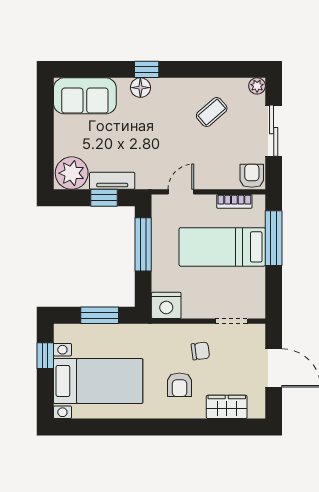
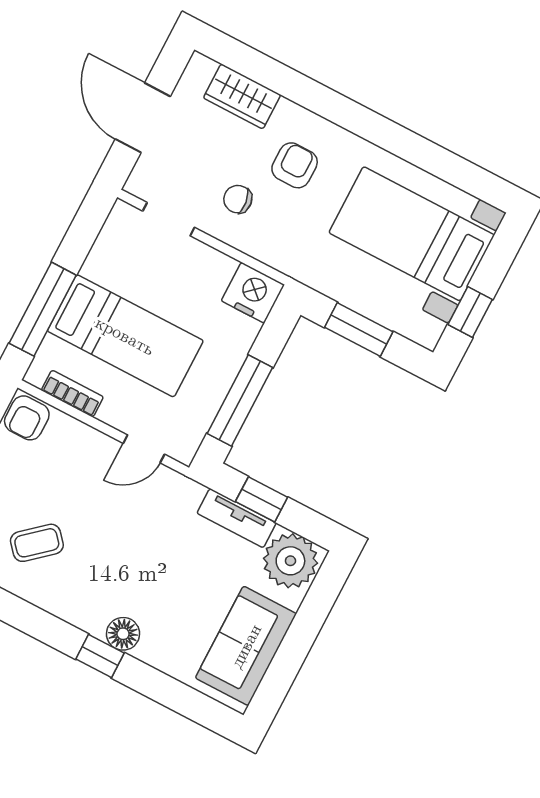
sofa: (85, 96) -> (246, 646), moved, turned -90

